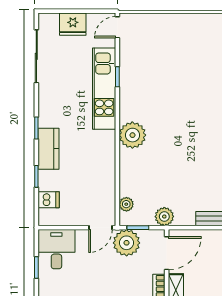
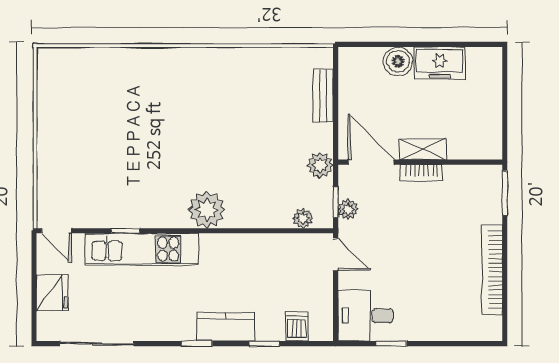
plant: (127, 243) -> (348, 209), width x0.53, depth x0.53

